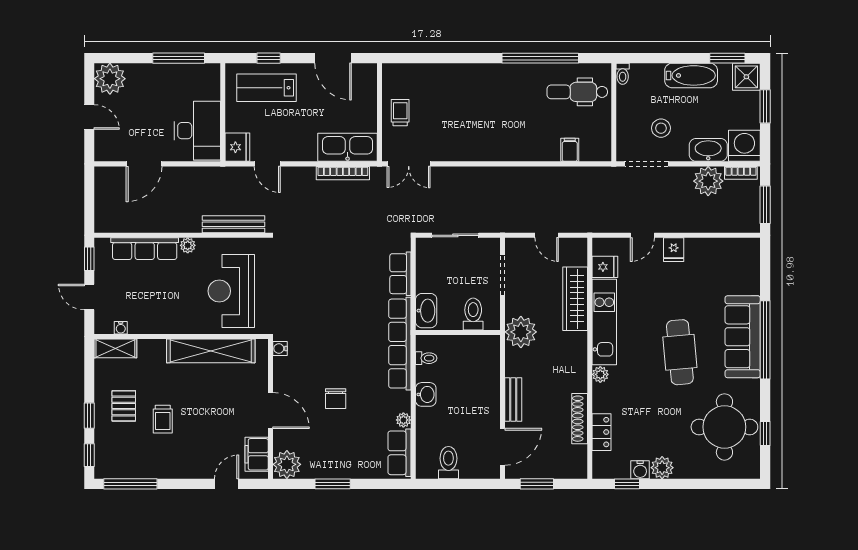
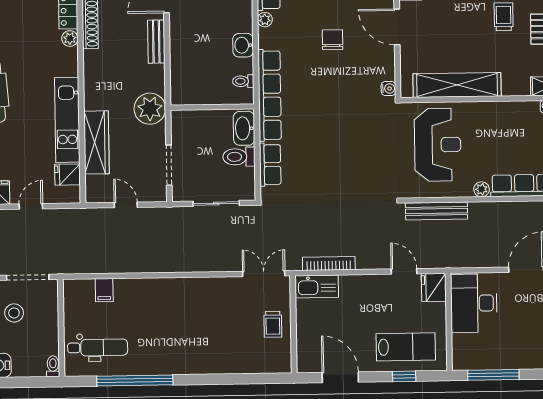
kitchen sink: (348, 147) -> (317, 286), width x0.73, depth x0.81
toilet: (473, 314) -> (239, 157), moved, turned 90
plant: (600, 374) -> (70, 39), moved

